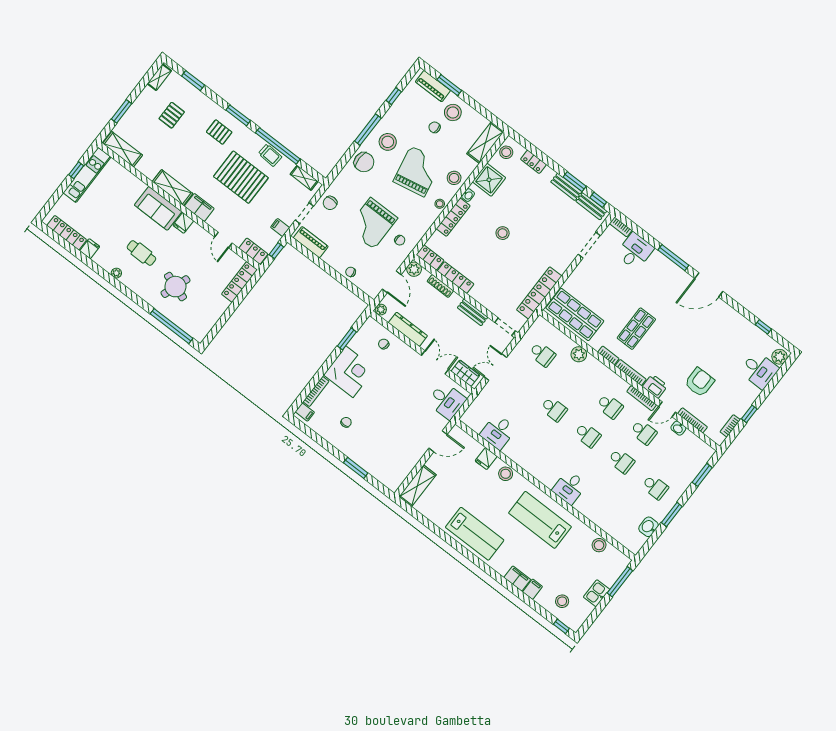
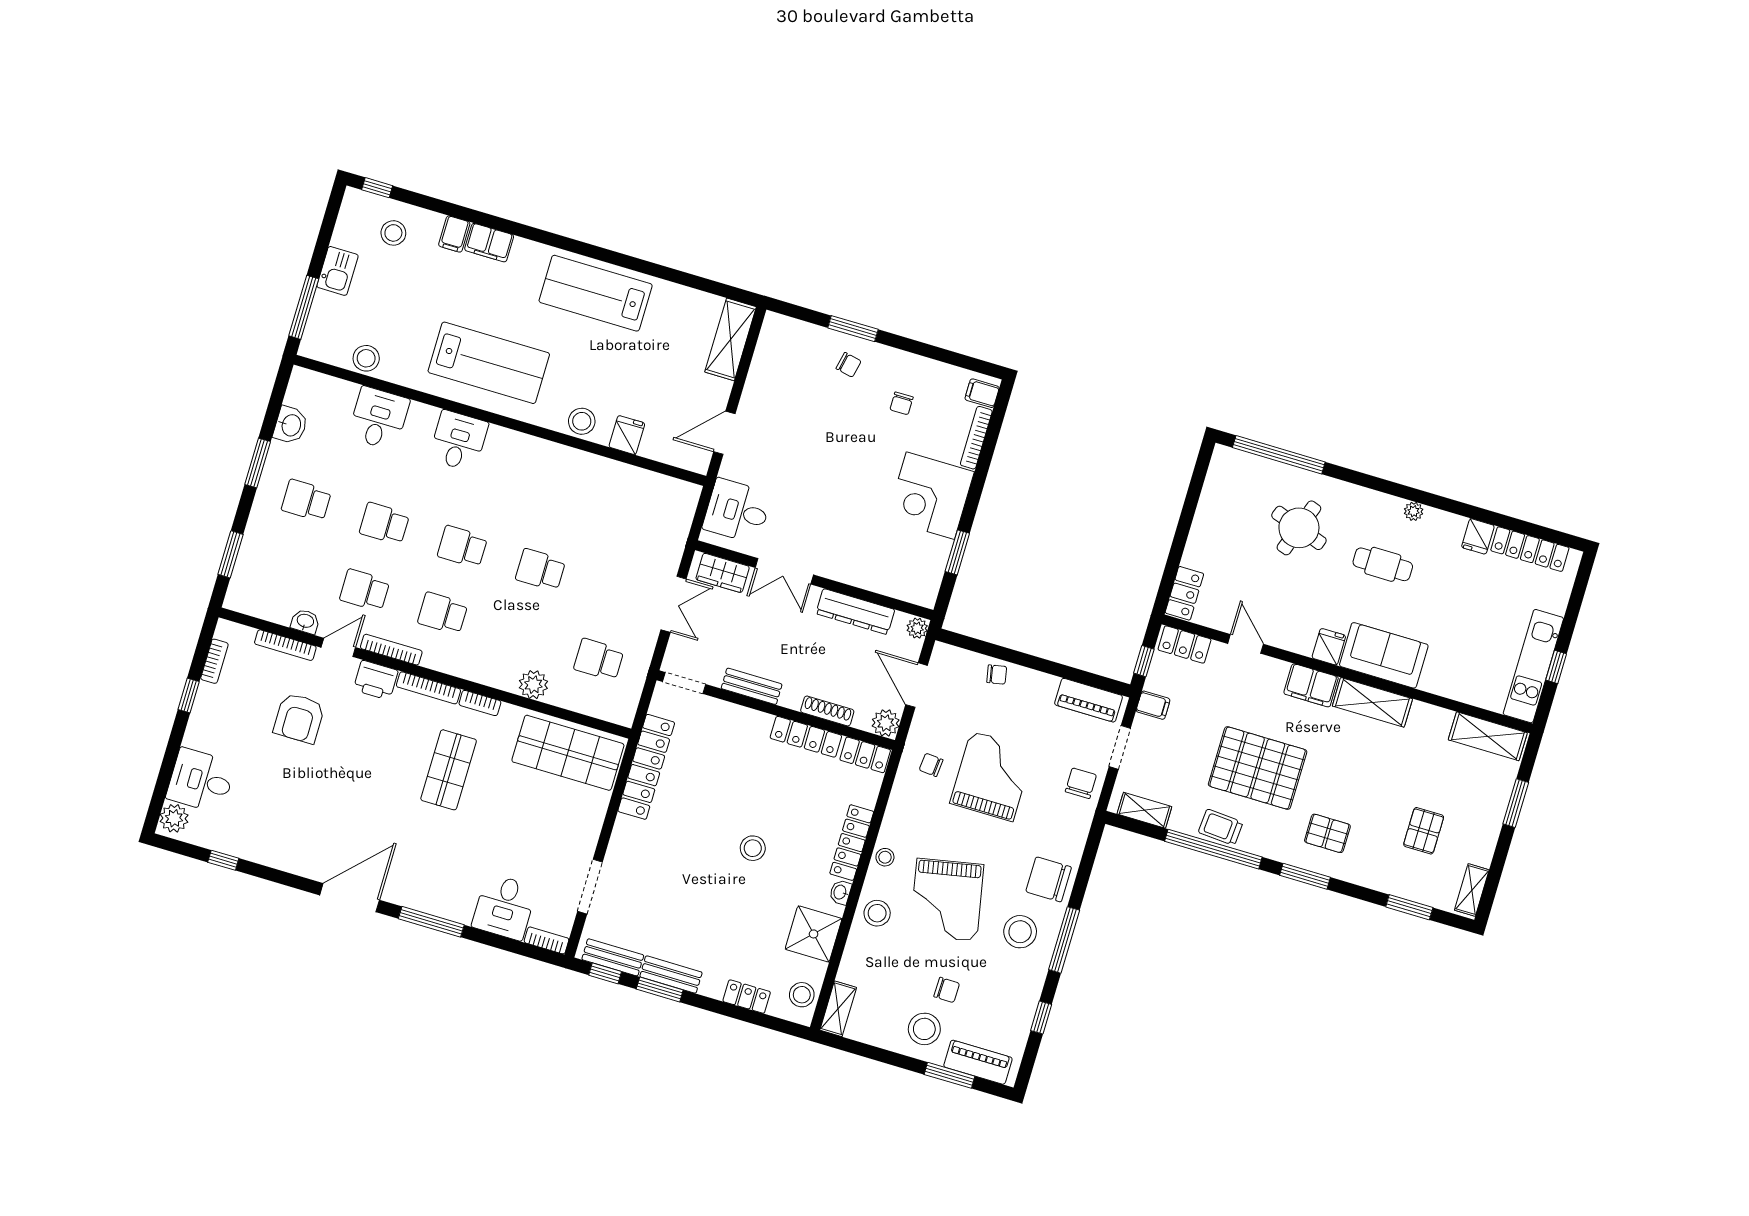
shelving: (485, 143) -> (838, 1009), width x0.67, depth x0.75
locker: (239, 282) -> (1184, 593), width x0.66
chair: (384, 344) -> (849, 365), moved
desk: (498, 432) -> (379, 418), moved

